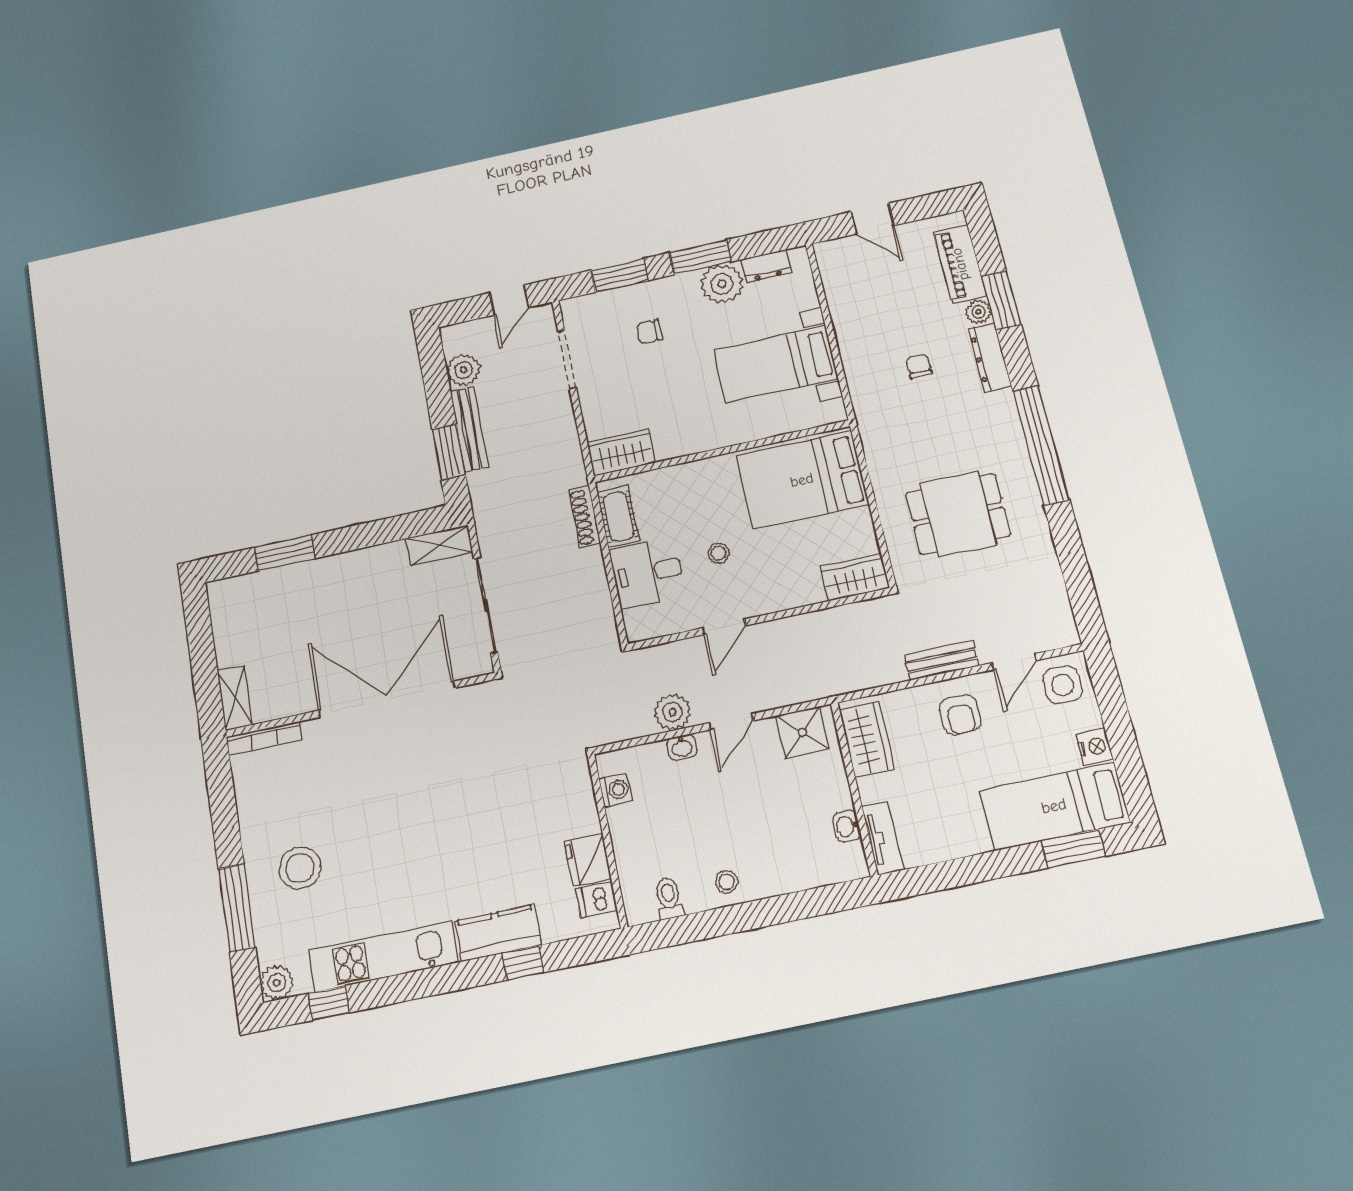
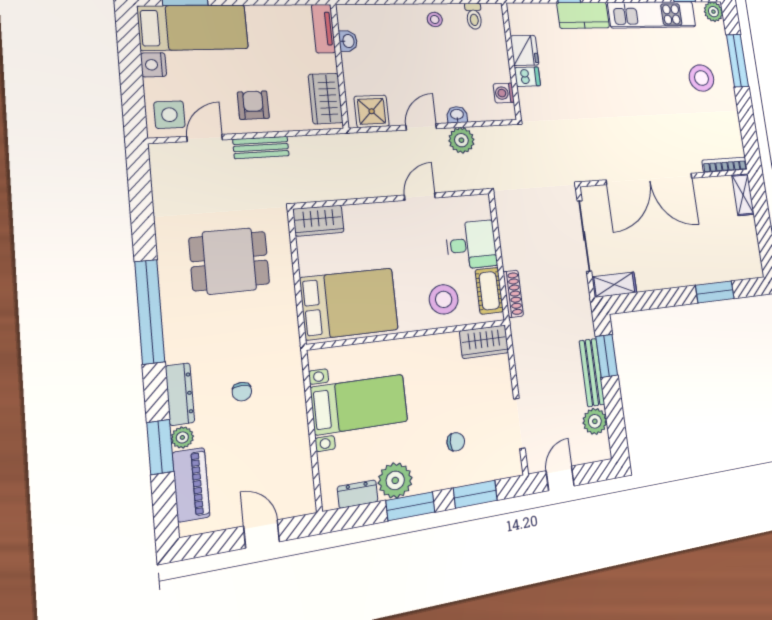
stool: (718, 553) -> (444, 299), moved, width x1.89, depth x1.89
dishwasher: (596, 899) -> (527, 77), moved

